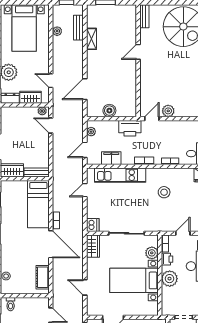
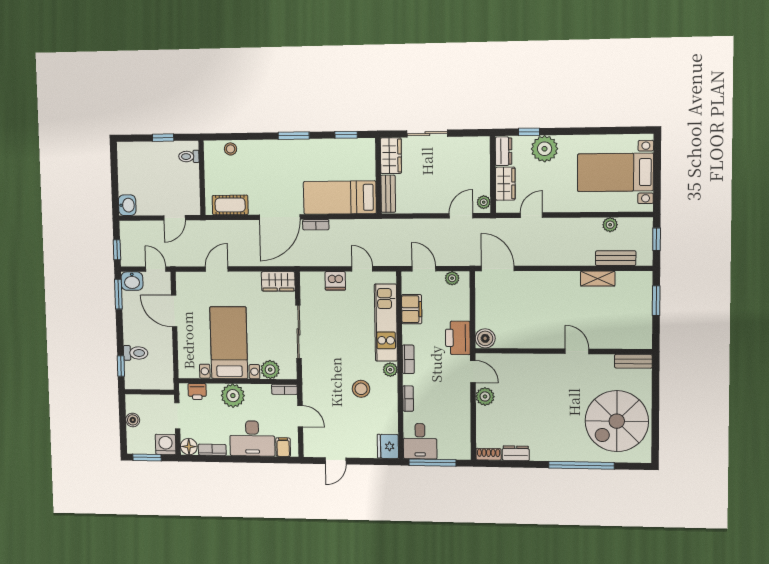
door: (85, 89) -> (498, 269), moved
boiler: (109, 111) -> (485, 338), moved
plant: (151, 173) -> (390, 370), added
dishwasher: (93, 225) -> (335, 281), moved
printer: (167, 259) -> (197, 391), moved

